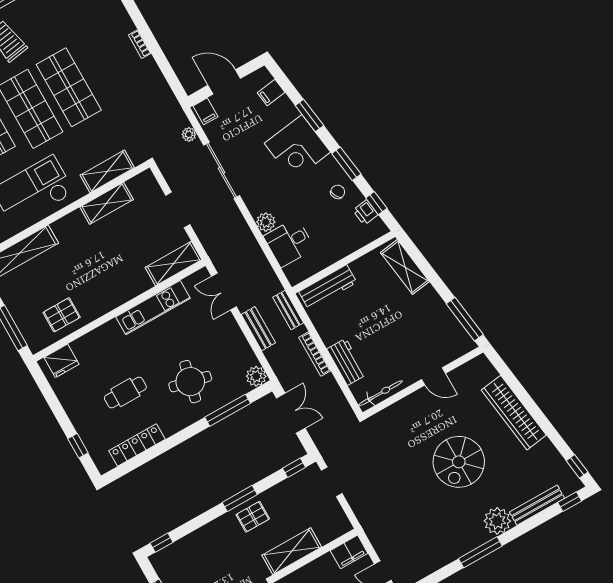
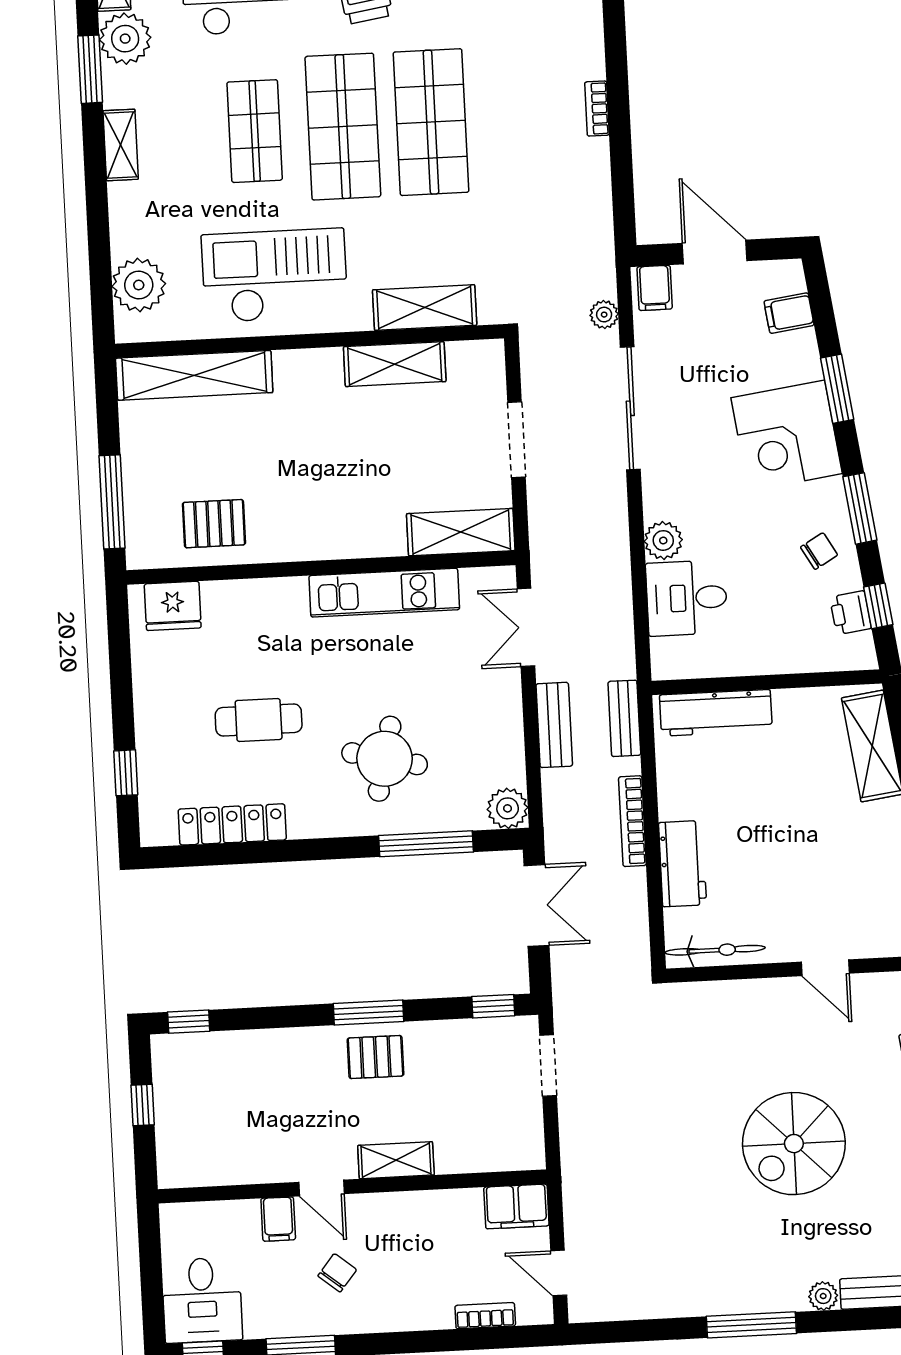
plant: (497, 521) -> (823, 1296), width x0.53, depth x0.53
shelving: (292, 551) -> (396, 1160), width x0.67, depth x0.75

